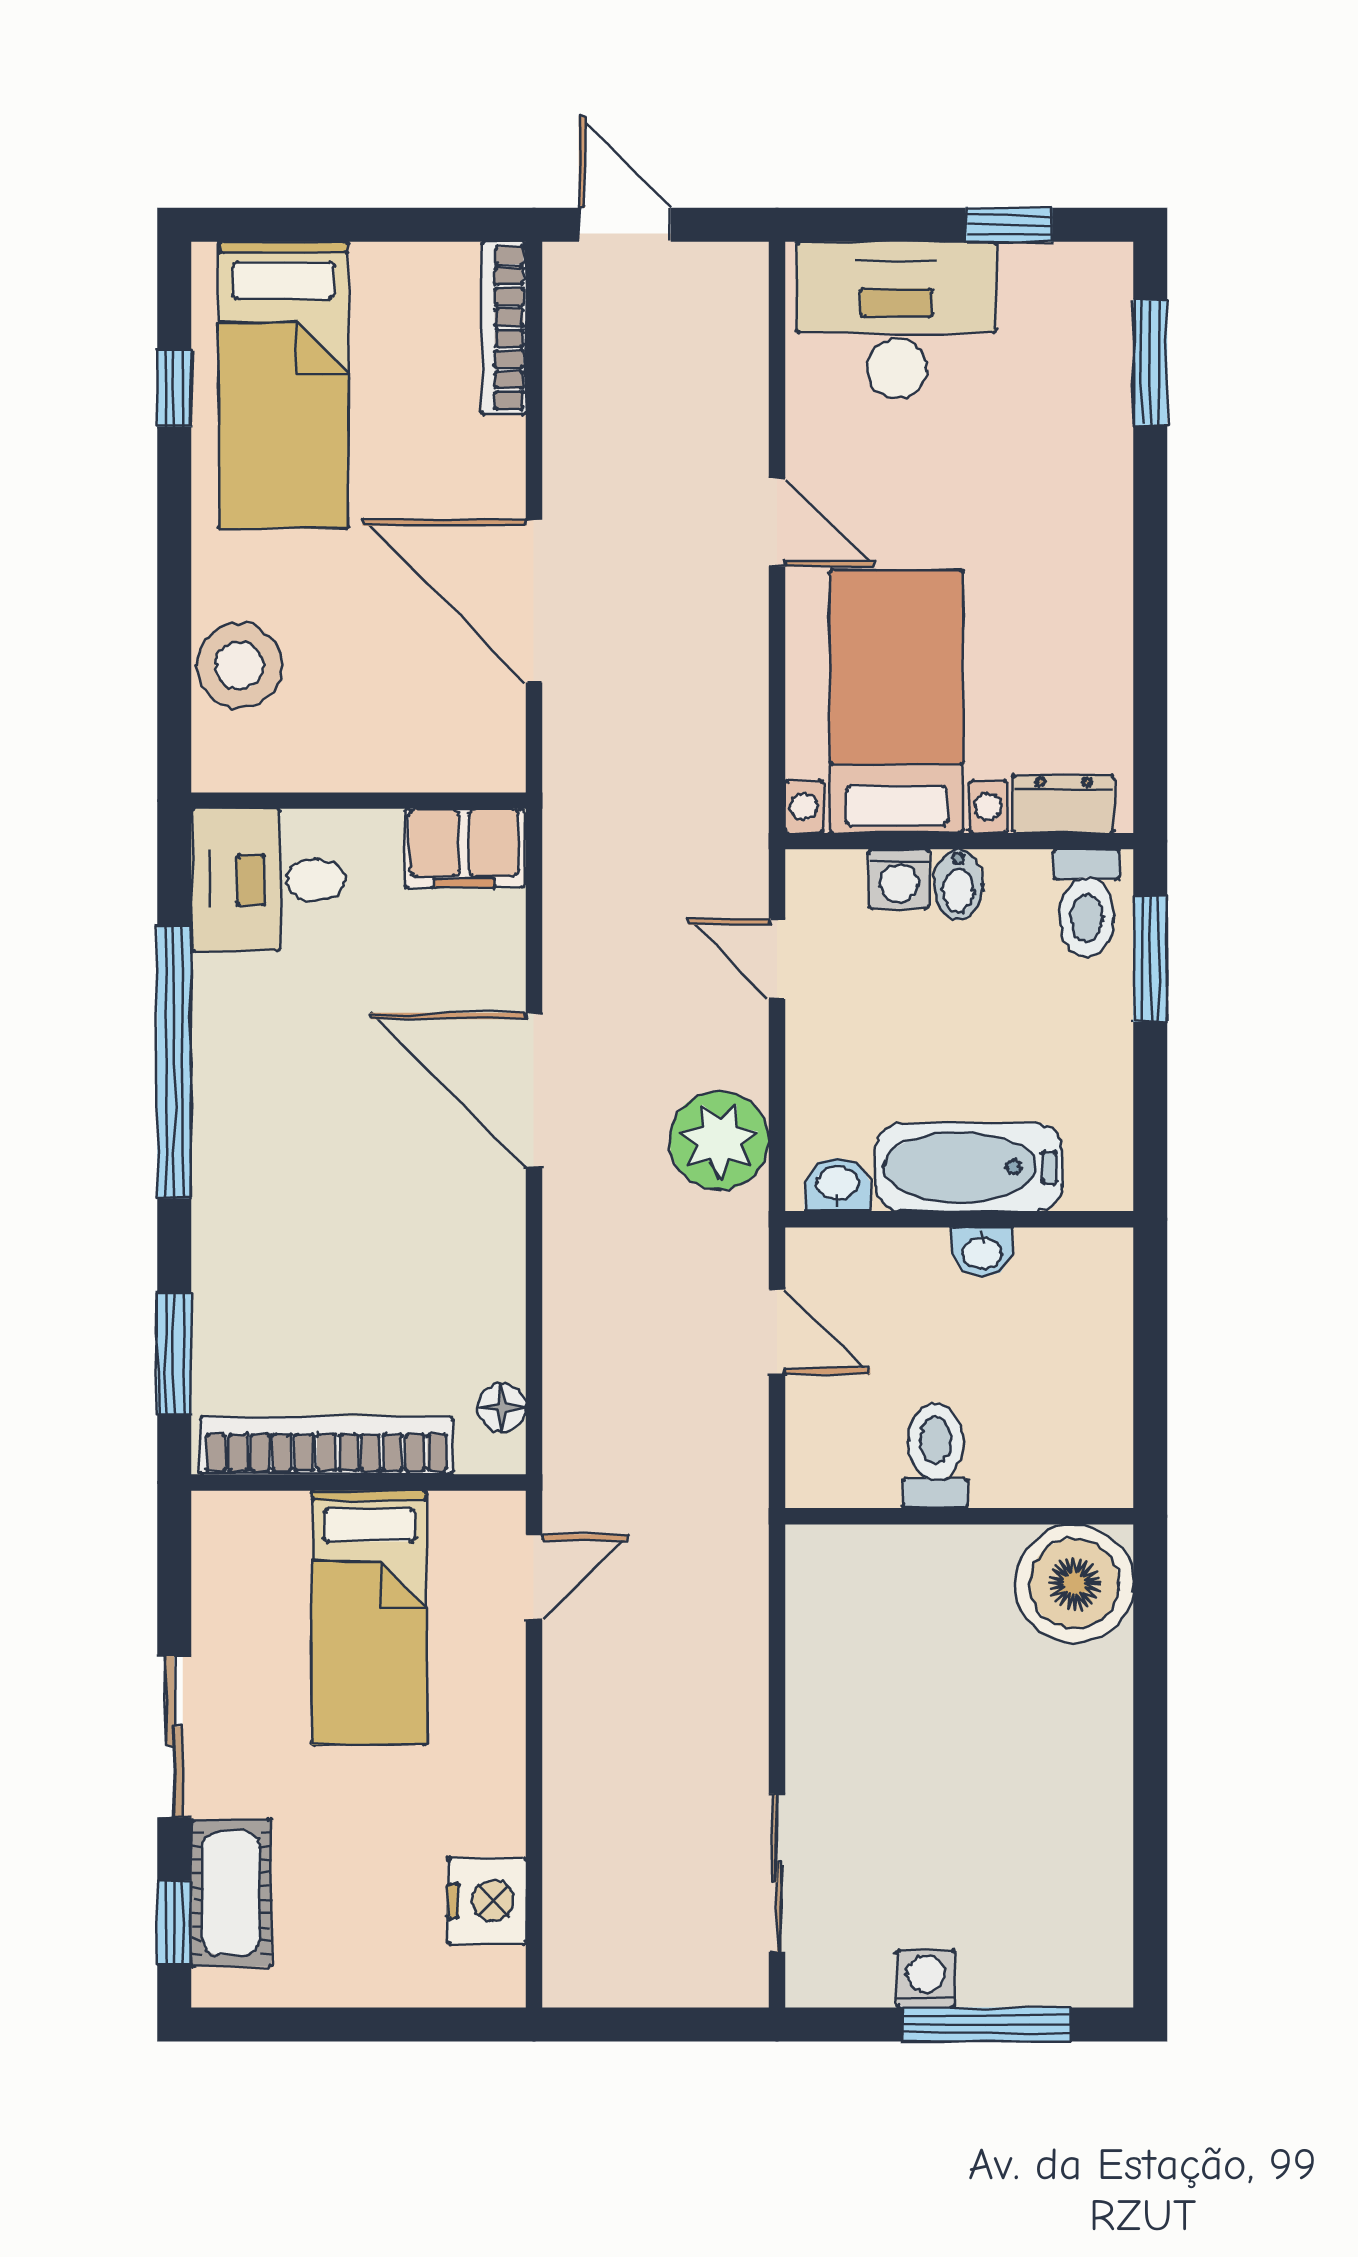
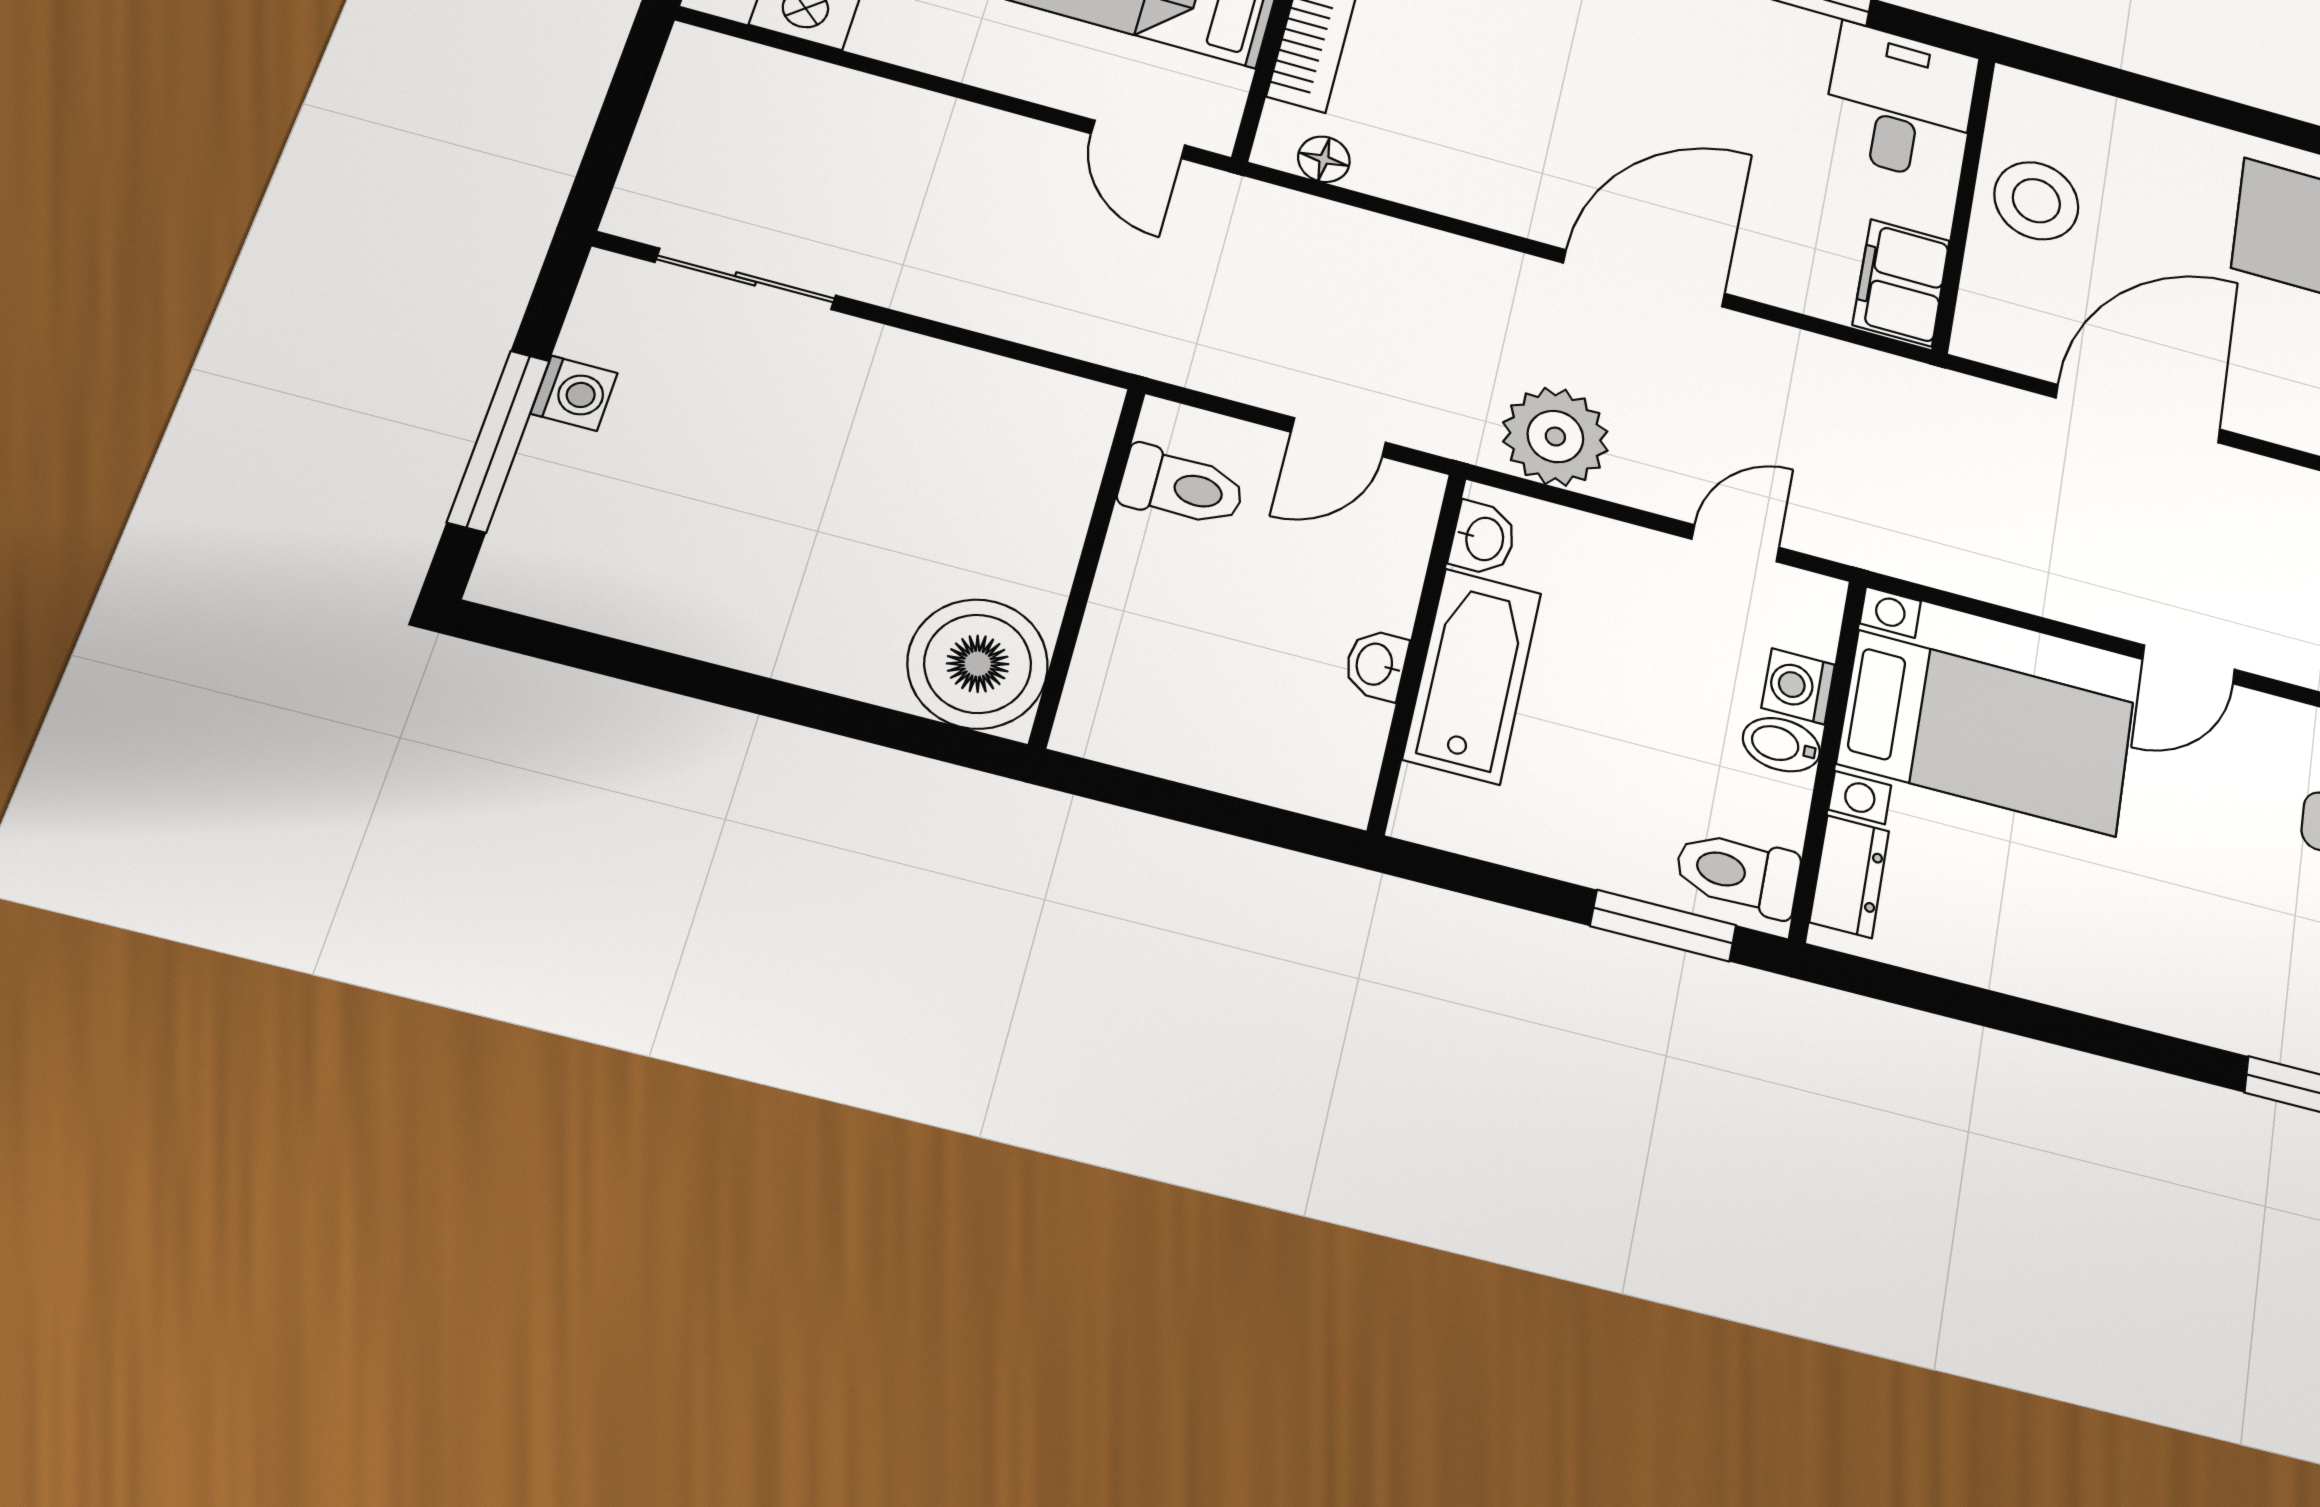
stool: (239, 666) -> (2036, 201), moved
toilet: (935, 1455) -> (1182, 487), moved

